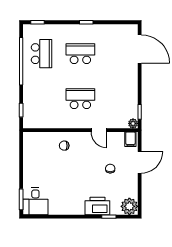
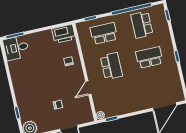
school desk: (42, 54) -> (142, 25), turned 90
school desk: (80, 54) -> (149, 57), turned -90
school desk: (42, 99) -> (104, 33), added
filing cabinet: (130, 139) -> (87, 116), removed
printer: (97, 206) -> (64, 34), moved, turned 90

